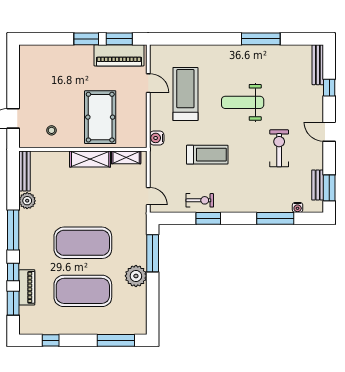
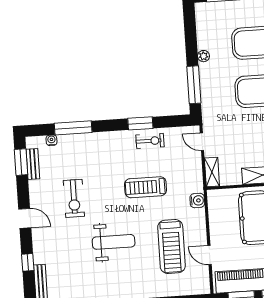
shelving: (126, 157) -> (212, 172), moved, turned 90
exercise bike: (200, 200) -> (150, 141), turned 180
plant: (136, 276) -> (204, 56), width x0.53, depth x0.53

